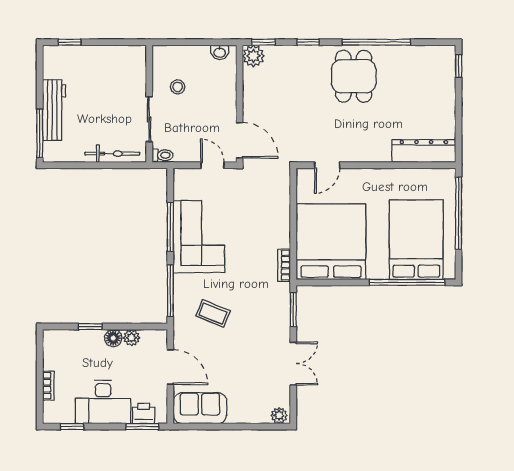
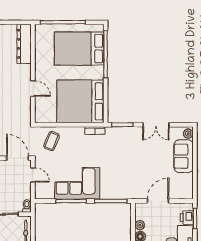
door: (240, 140) -> (18, 158), hinge flipped
door: (212, 165) -> (33, 175), swing flipped
door: (327, 165) -> (33, 88), moved
coffee table: (213, 313) -> (52, 141), moved
double door: (293, 364) -> (156, 125), swing flipped
sofa: (200, 408) -> (184, 156), moved

